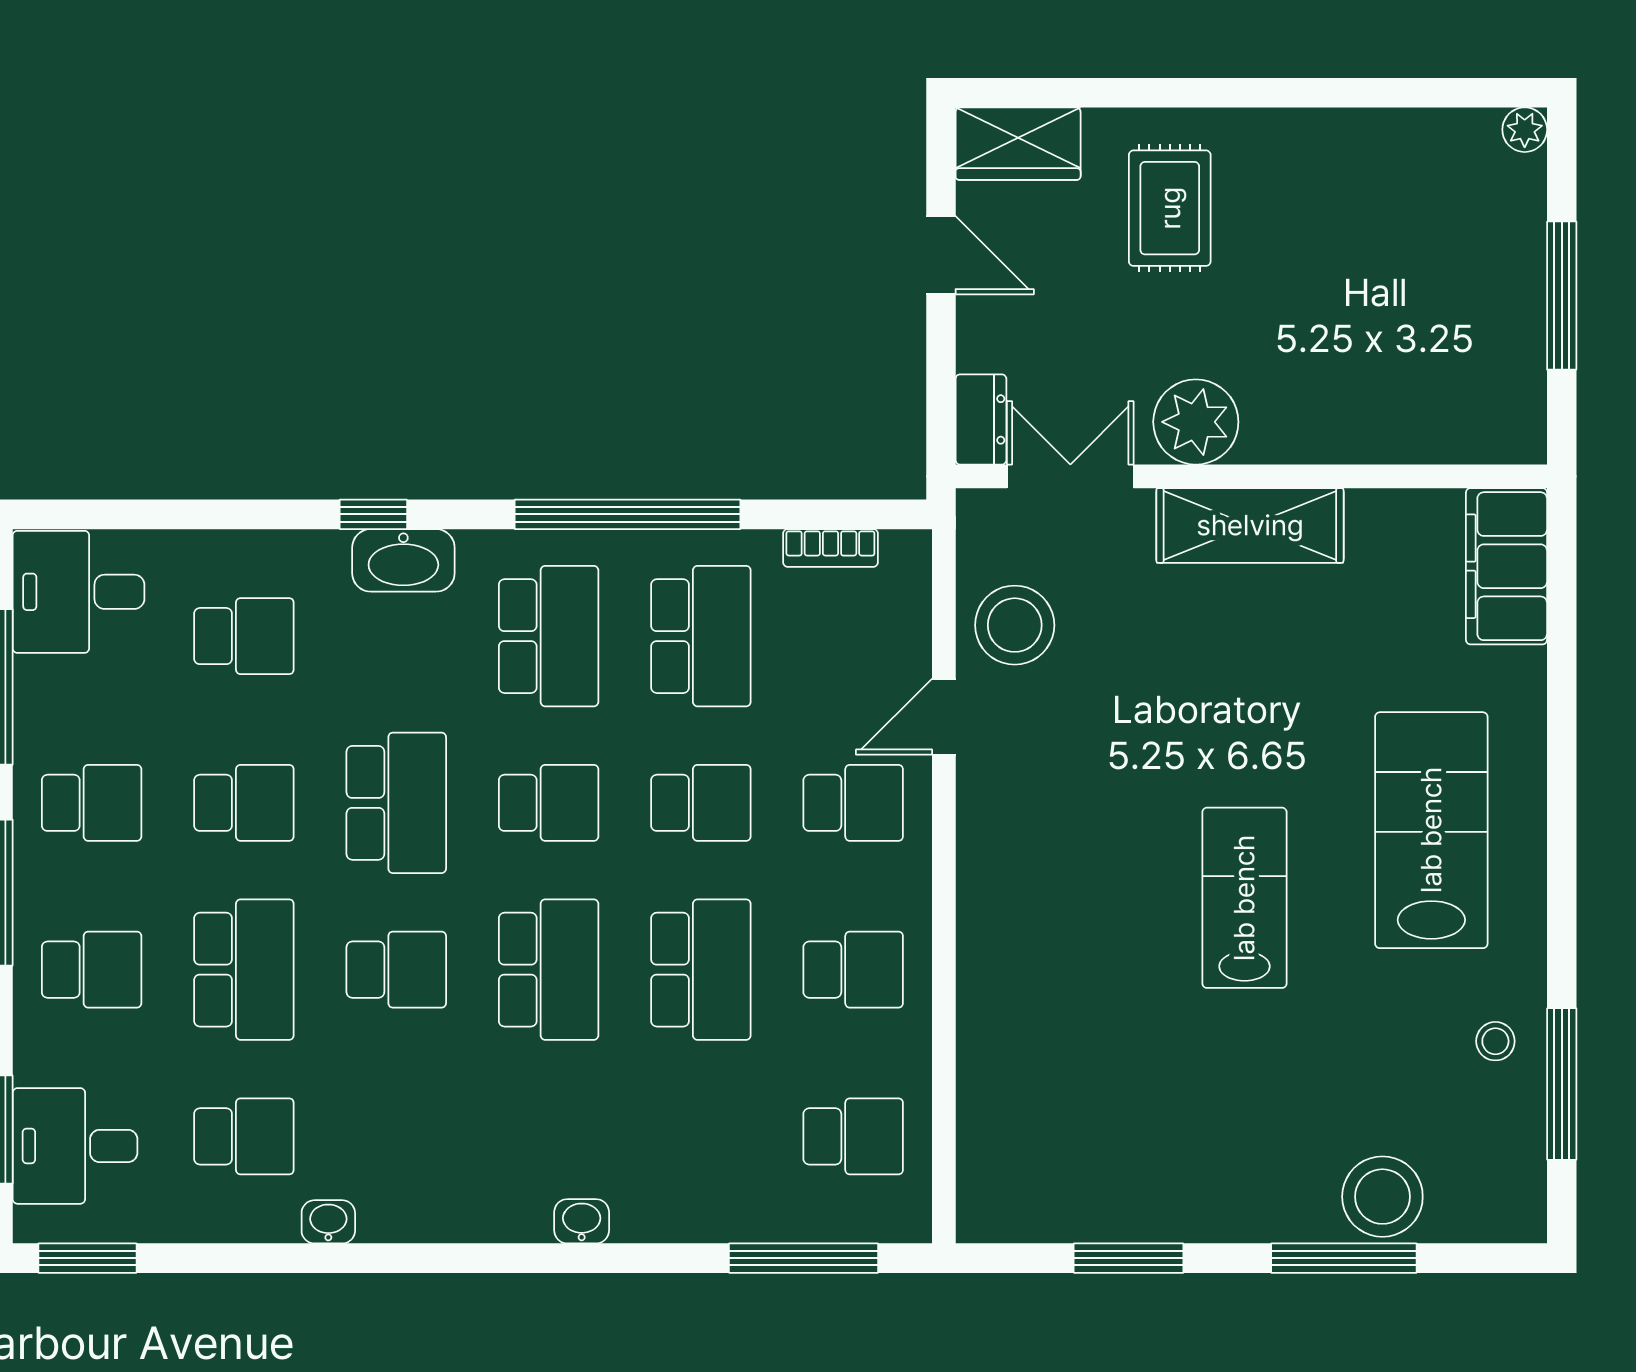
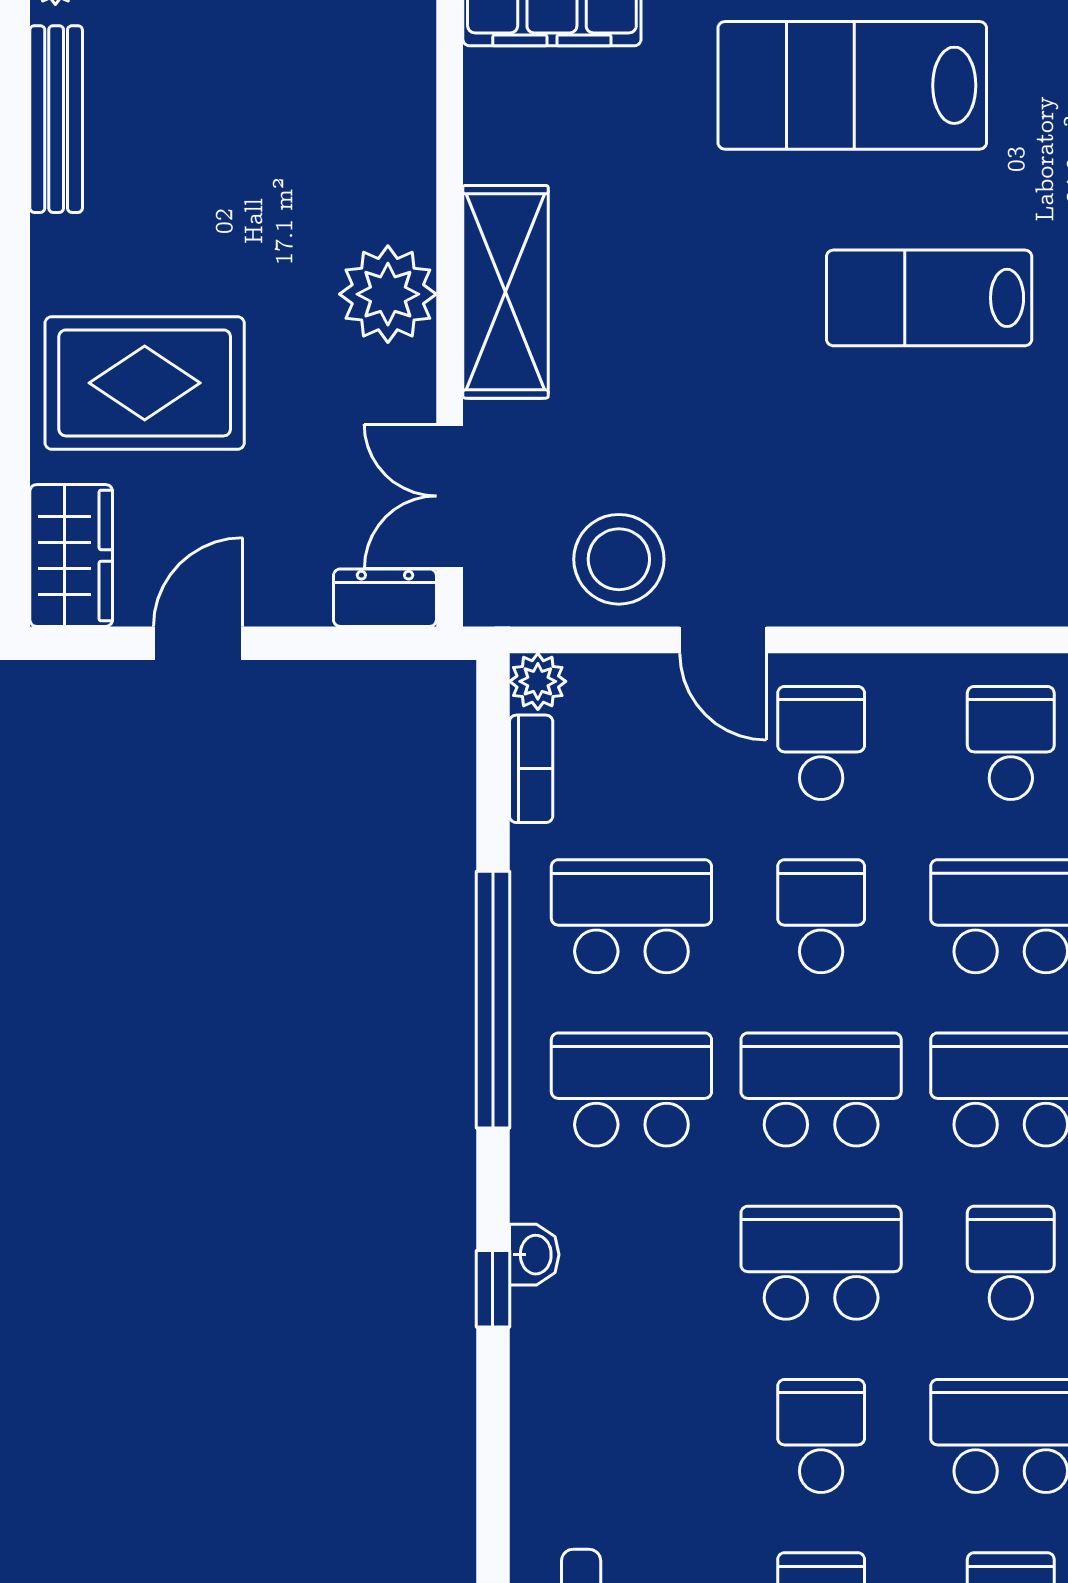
bench: (1402, 130) -> (56, 119), added
rug: (1170, 208) -> (145, 383), width x1.36, depth x1.43
plant: (1196, 422) -> (388, 294), moved
plant: (907, 554) -> (538, 681), added
washbasin: (403, 560) -> (534, 1255), width x0.52, depth x0.69
school desk: (244, 636) -> (631, 1436), removed
school desk: (549, 803) -> (821, 1089), width x1.85

